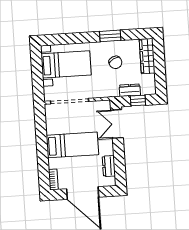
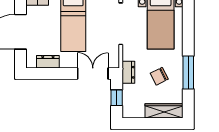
window: (110, 36) -> (188, 72), width x1.44
dresser: (130, 90) -> (128, 72), moved

